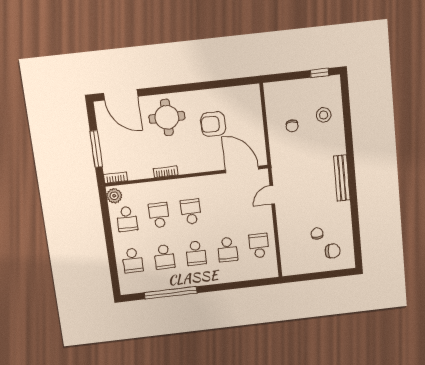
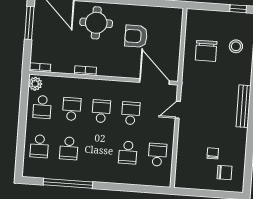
chair: (292, 126) -> (206, 51), width x1.87, depth x1.87
window: (96, 149) -> (29, 23), moved
school desk: (196, 253) -> (131, 113), moved, turned 180

